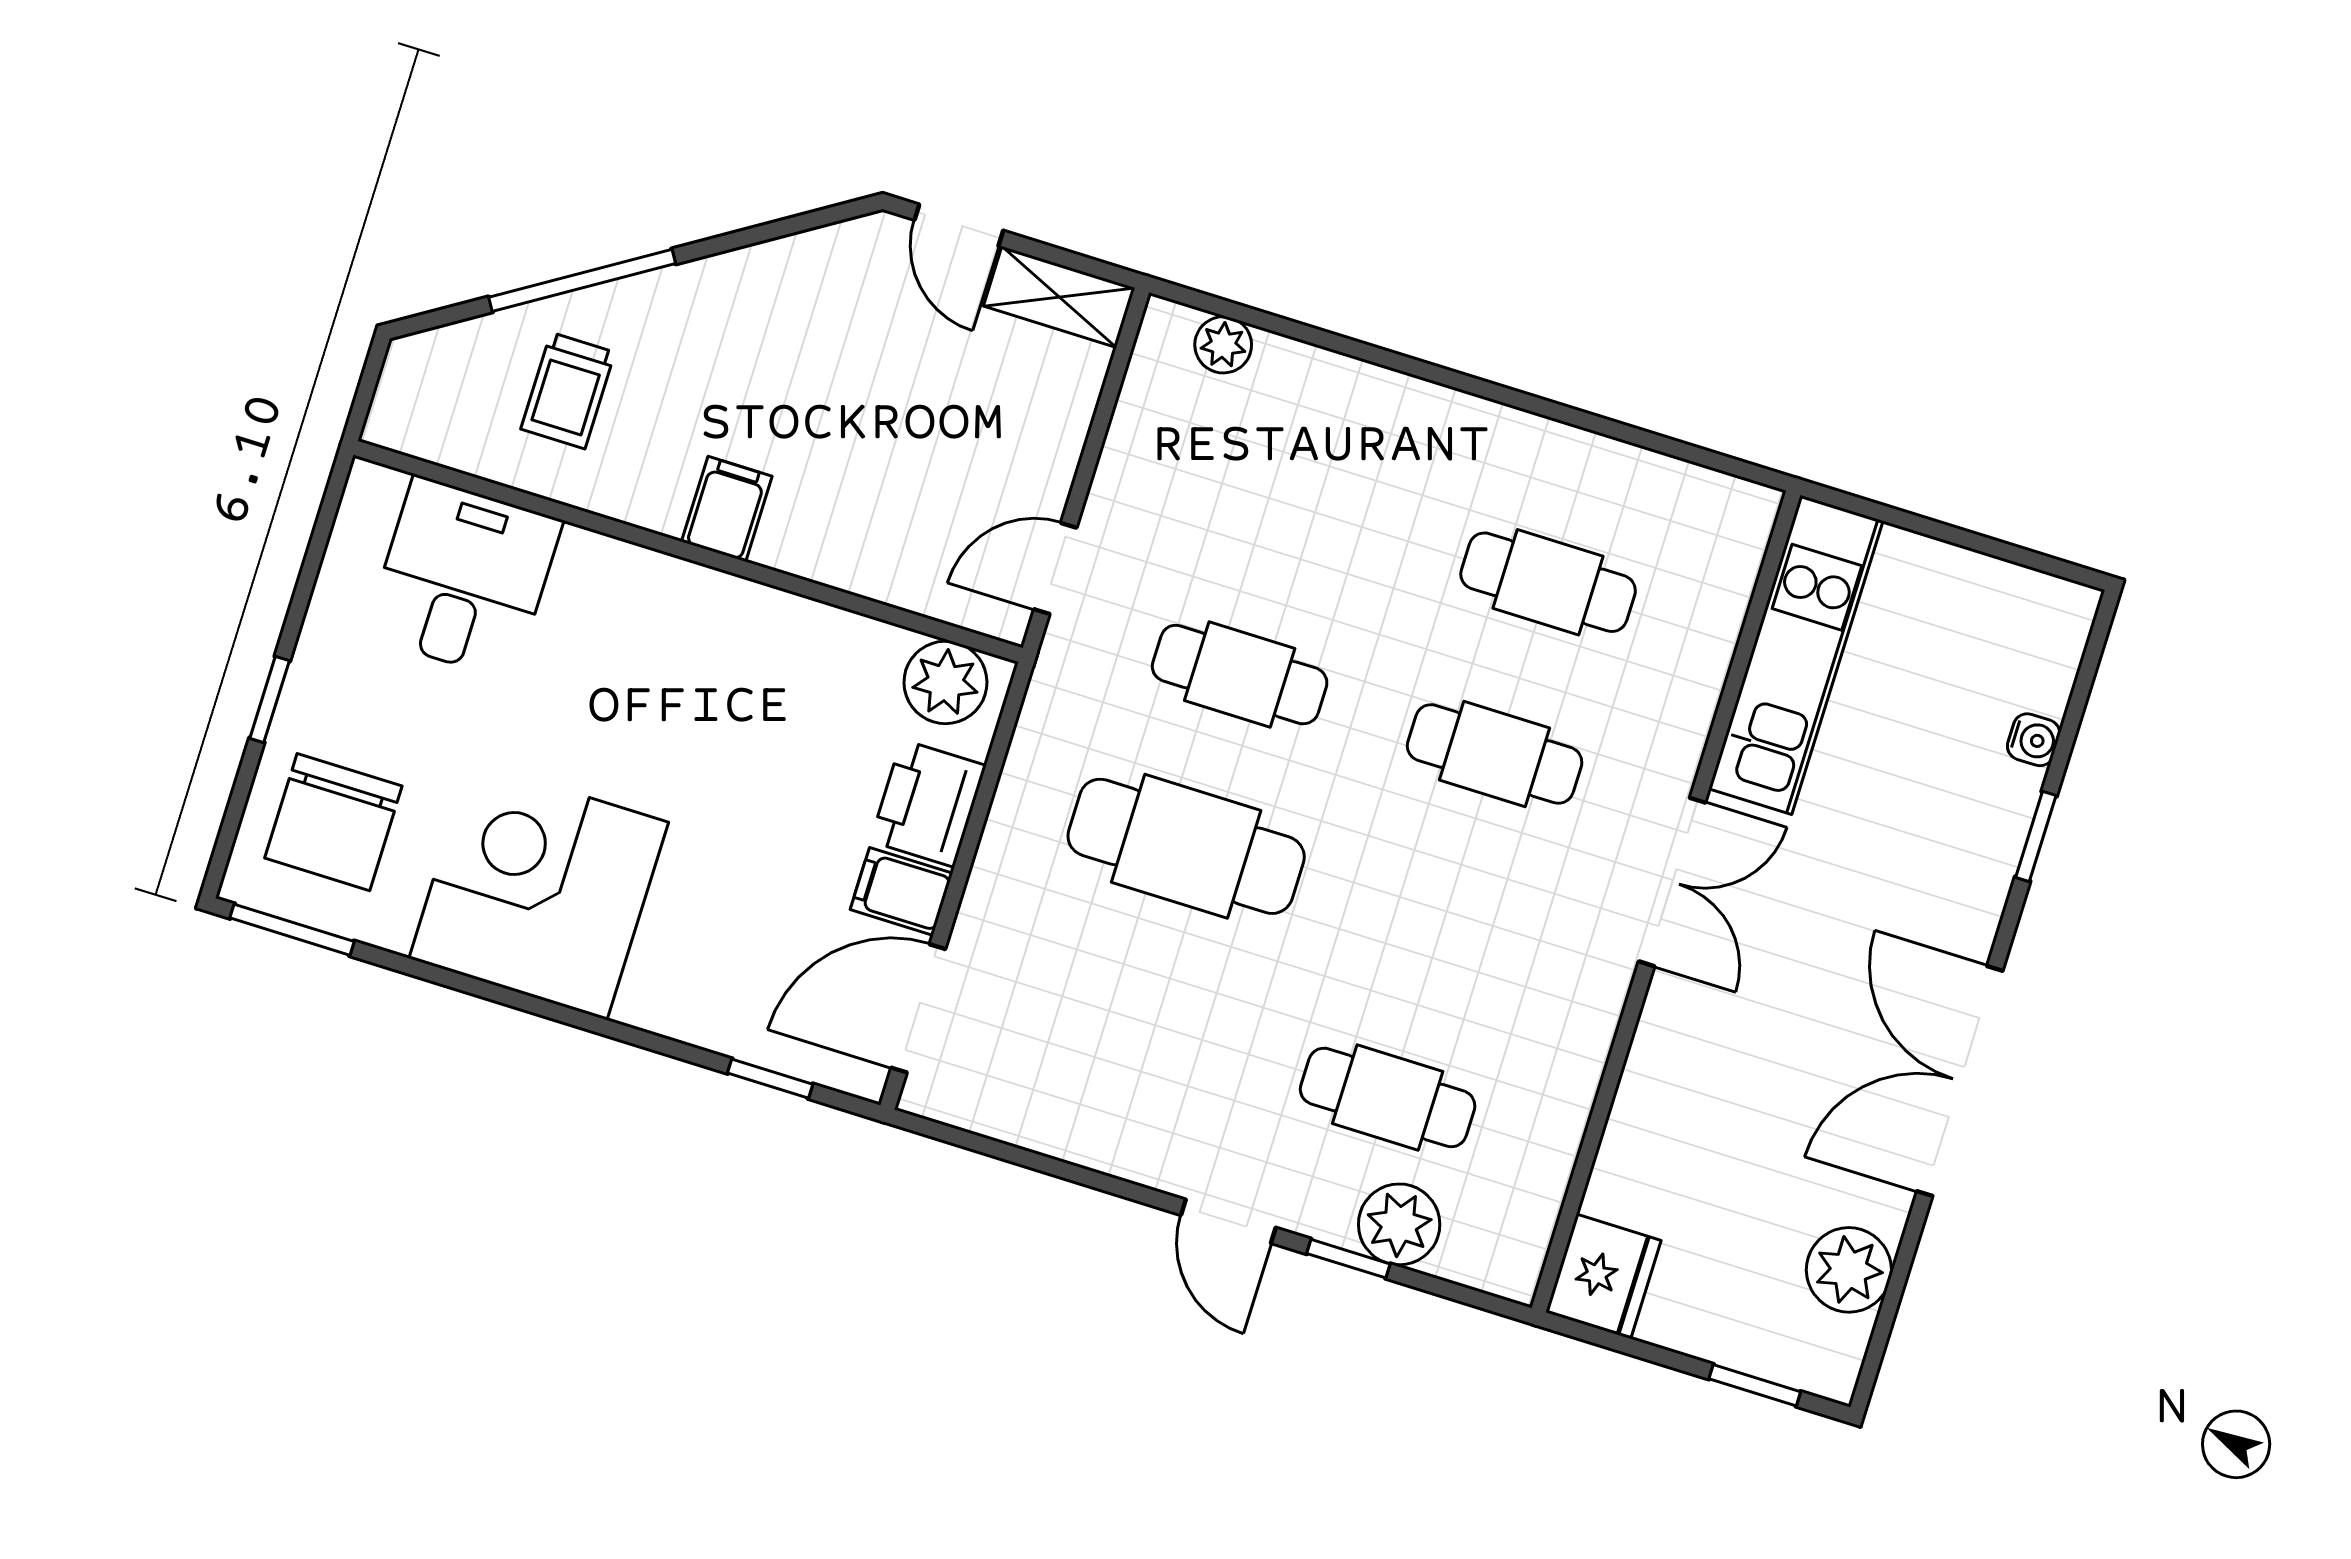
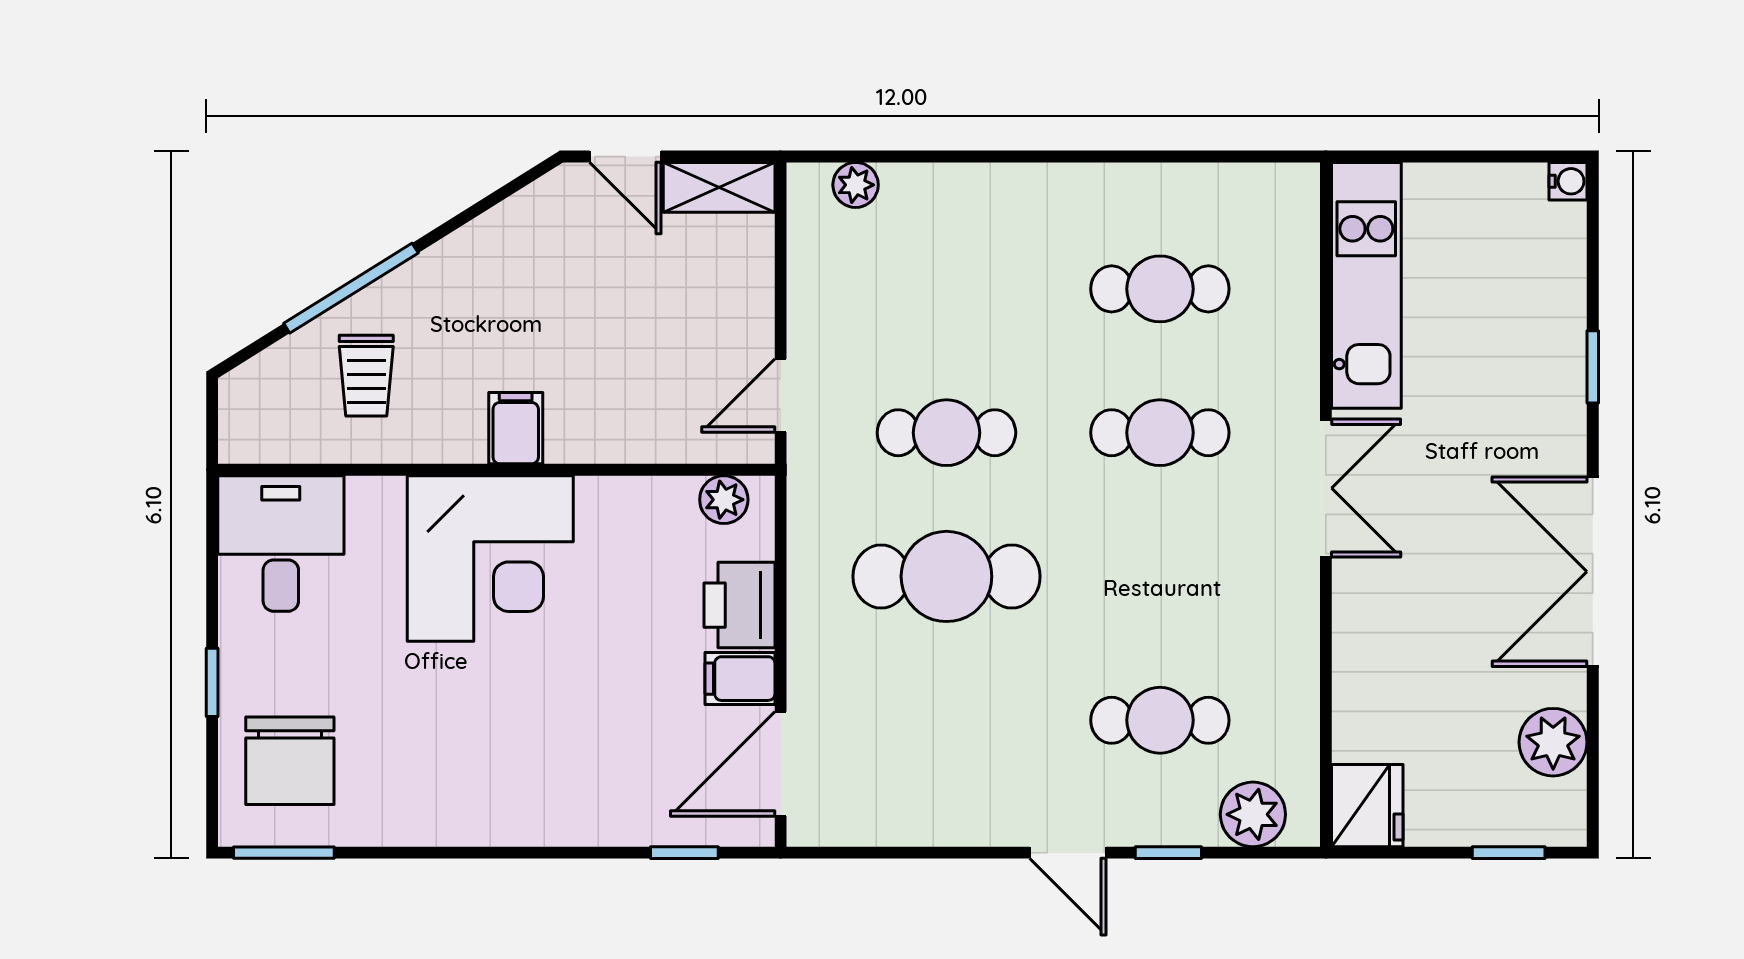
desk: (464, 578) -> (281, 543), moved
plant: (945, 682) -> (724, 500), width x0.73, depth x0.73
water cooler: (2034, 740) -> (1568, 181), moved
corner desk: (539, 890) -> (490, 558), moved, turned 180
plant: (1399, 1224) -> (1253, 814), moved

